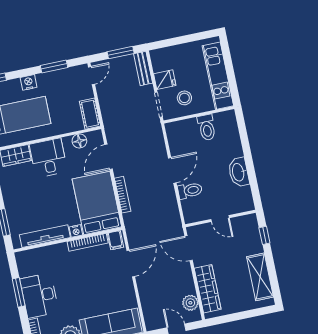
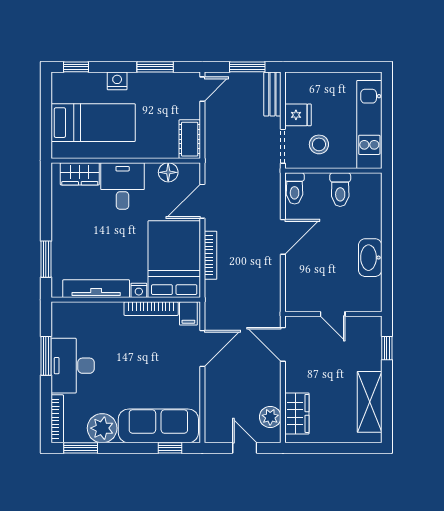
toilet: (190, 191) -> (295, 188), moved, turned 90
wardrobe: (208, 289) -> (297, 413), width x0.67

